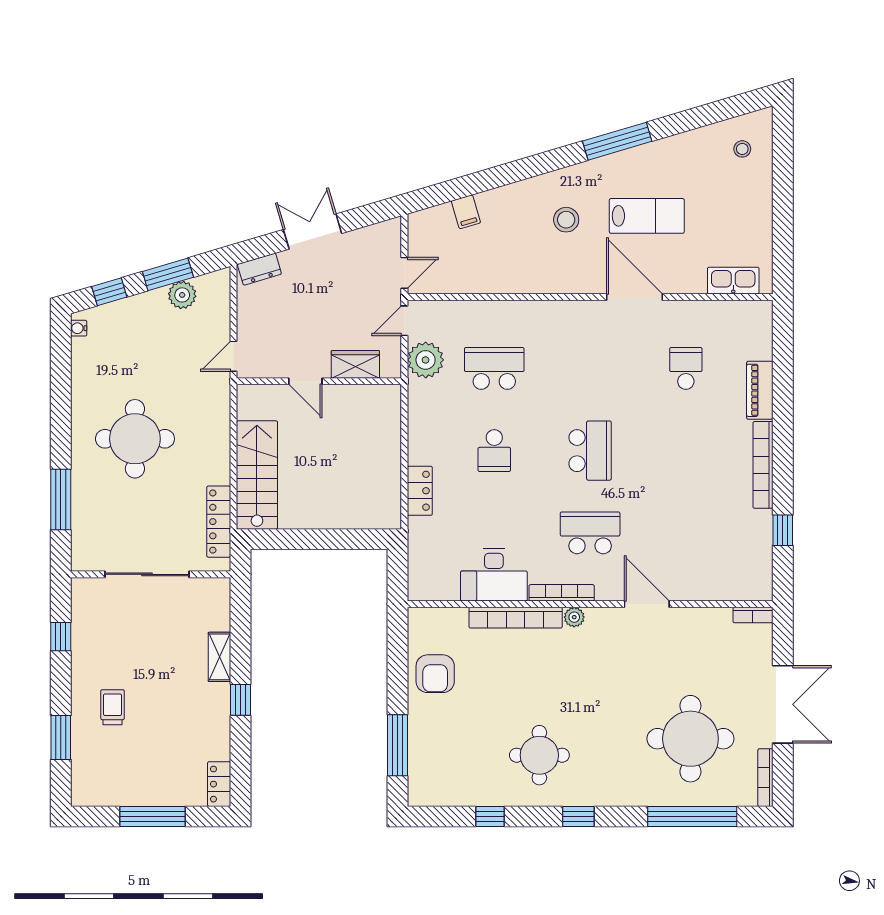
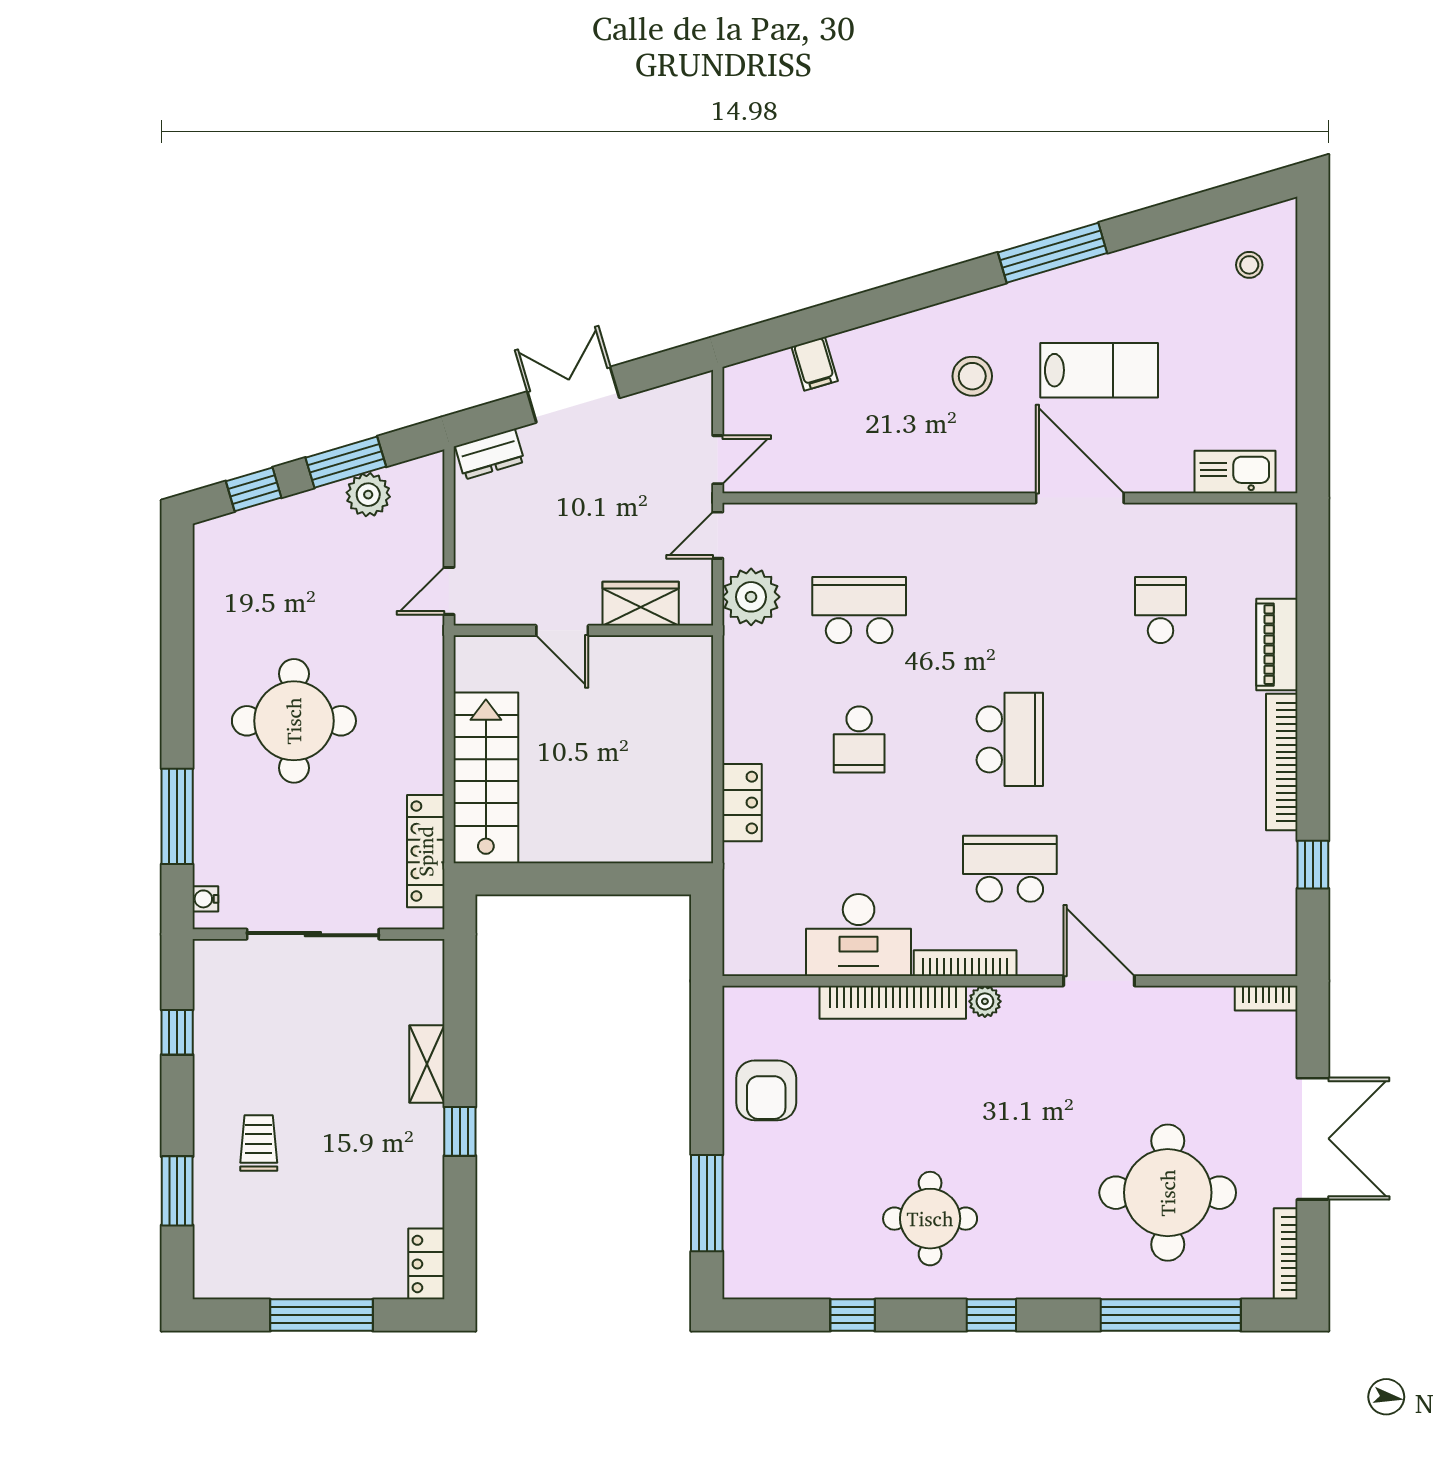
water cooler: (79, 328) -> (205, 899), moved

